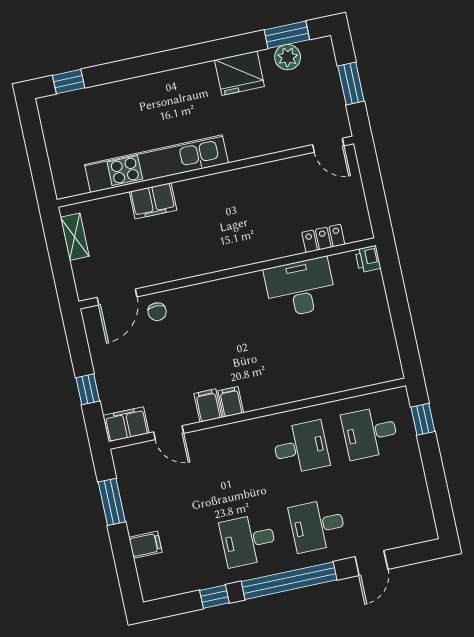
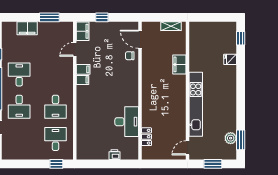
fridge: (239, 73) -> (230, 59), moved, width x0.53, depth x0.75
kitchen unit: (156, 164) -> (196, 104), moved
printer: (368, 259) -> (114, 155), moved
desk: (317, 525) -> (19, 107), turned 180
filing cabinet: (145, 545) -> (27, 28), width x2.00

